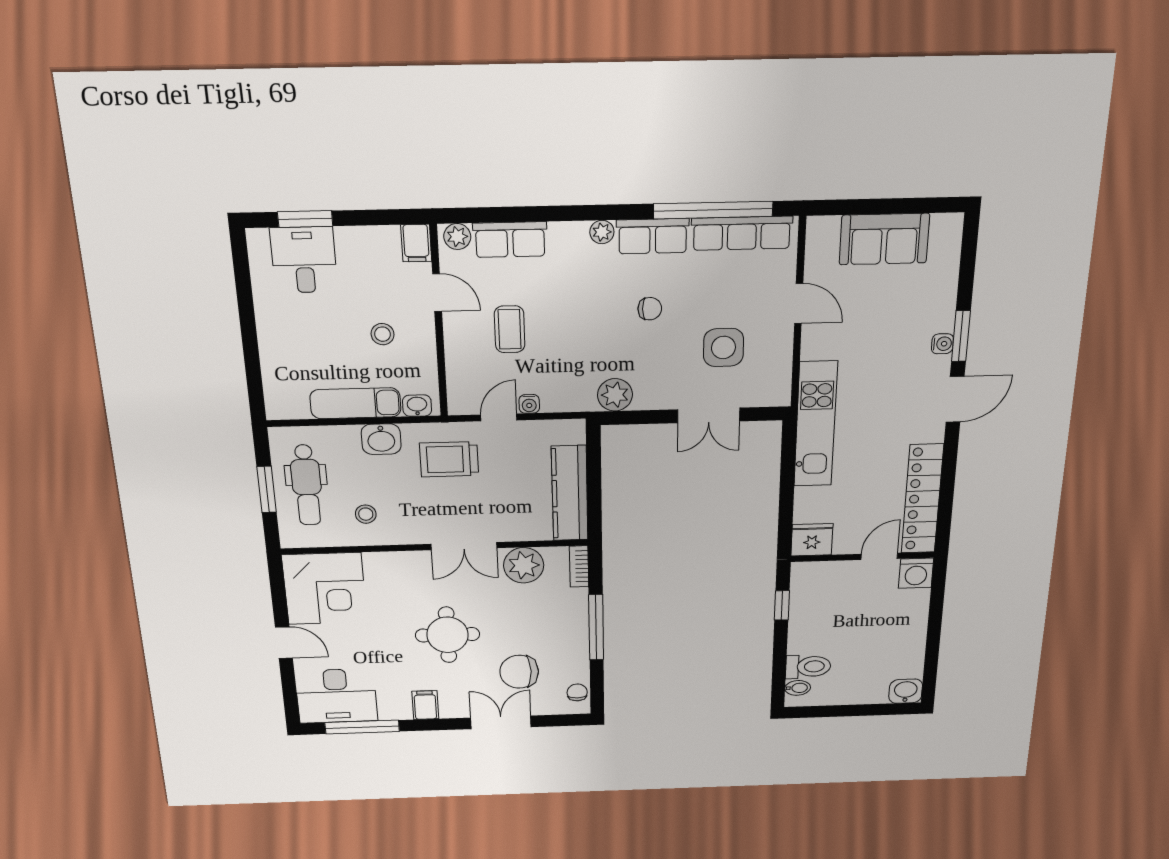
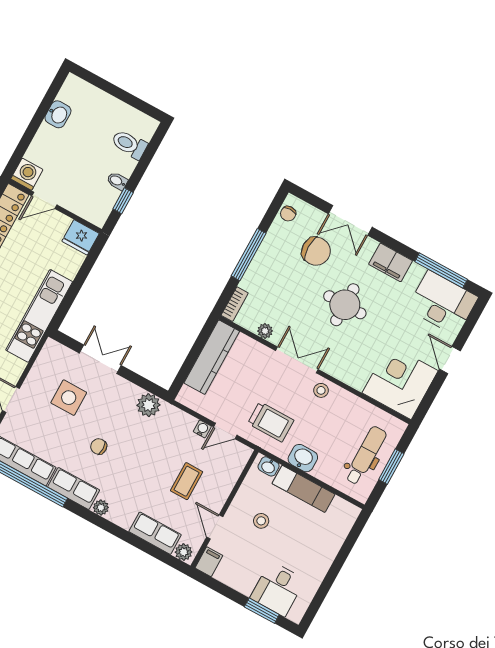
stool: (366, 514) -> (321, 390), moved
plant: (524, 565) -> (265, 331), width x0.53, depth x0.53
bidet: (798, 688) -> (117, 181), moved
washbasin: (906, 691) -> (58, 114), moved, turned -90
filing cabinet: (425, 705) -> (391, 262), width x2.00

